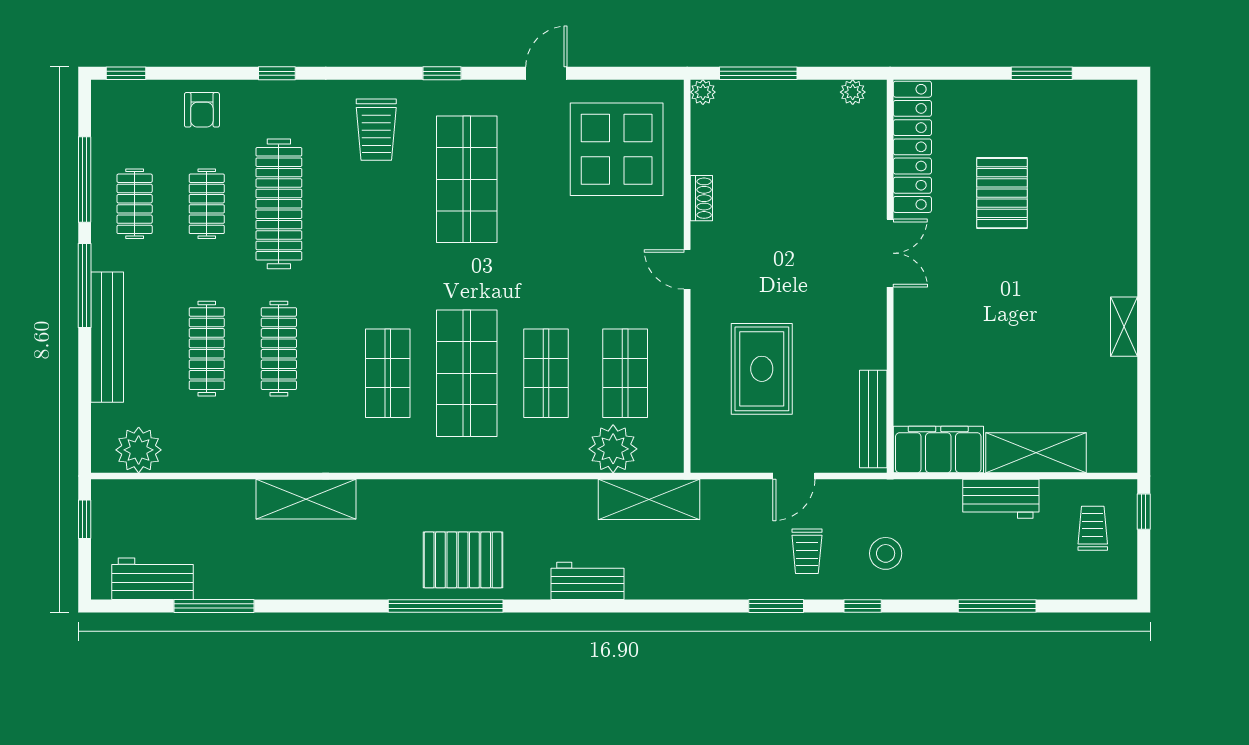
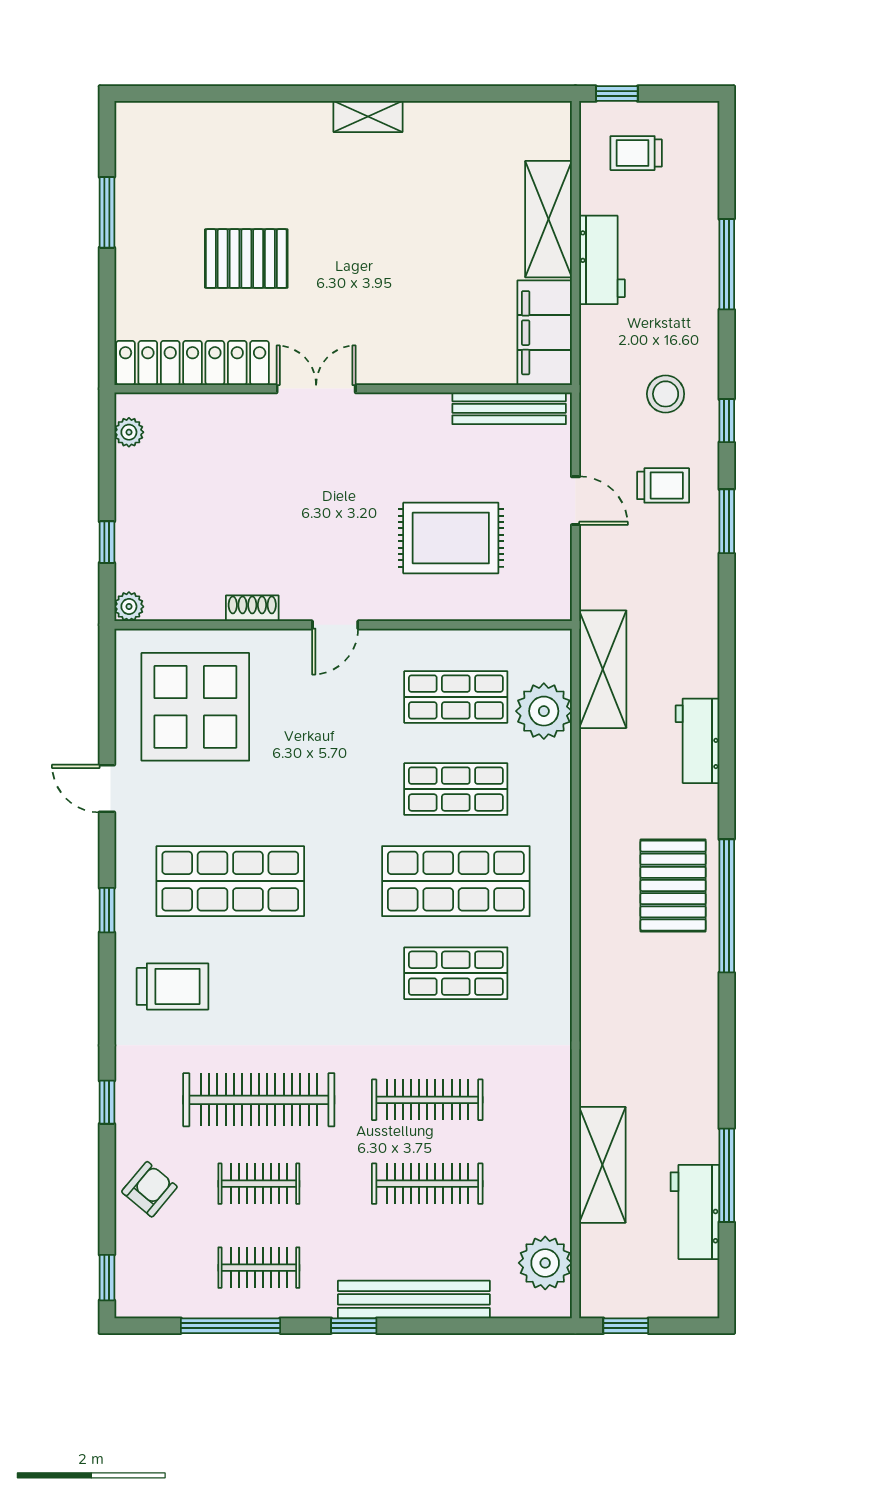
window: (758, 73) -> (107, 542), width x0.46
armchair: (202, 110) -> (149, 1189), turned -50
window: (85, 285) -> (354, 1326), width x0.46
shelving: (1124, 327) -> (368, 117), moved
shelving: (306, 499) -> (602, 1165), moved
workbench: (153, 579) -> (695, 1212), moved

